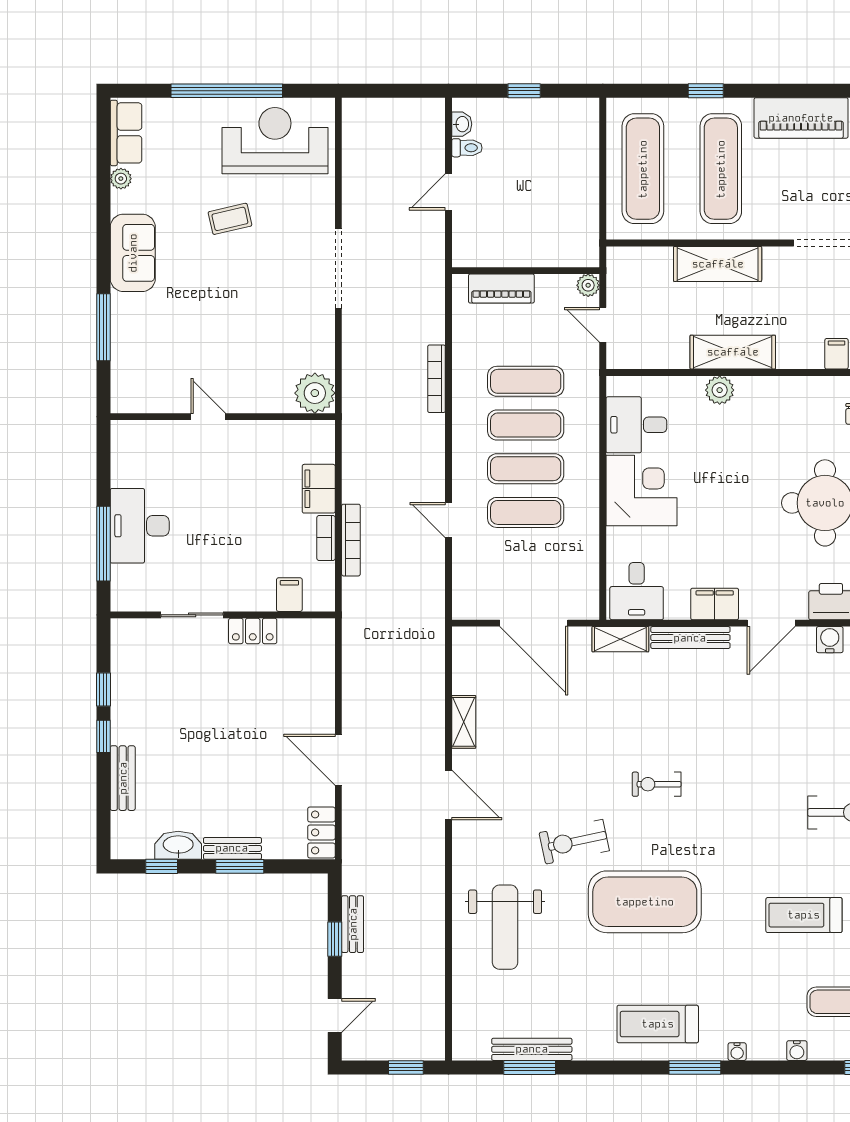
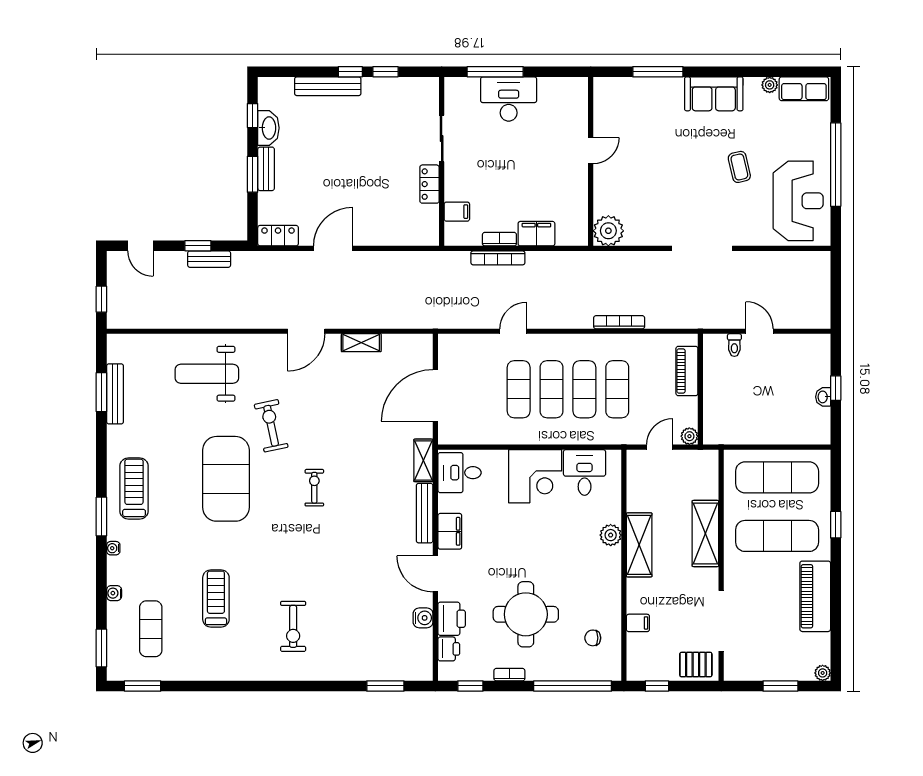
washbasin: (462, 124) -> (823, 397), moved, turned 90
toilet: (467, 148) -> (734, 345), moved
bench: (123, 778) -> (328, 86), width x1.36

